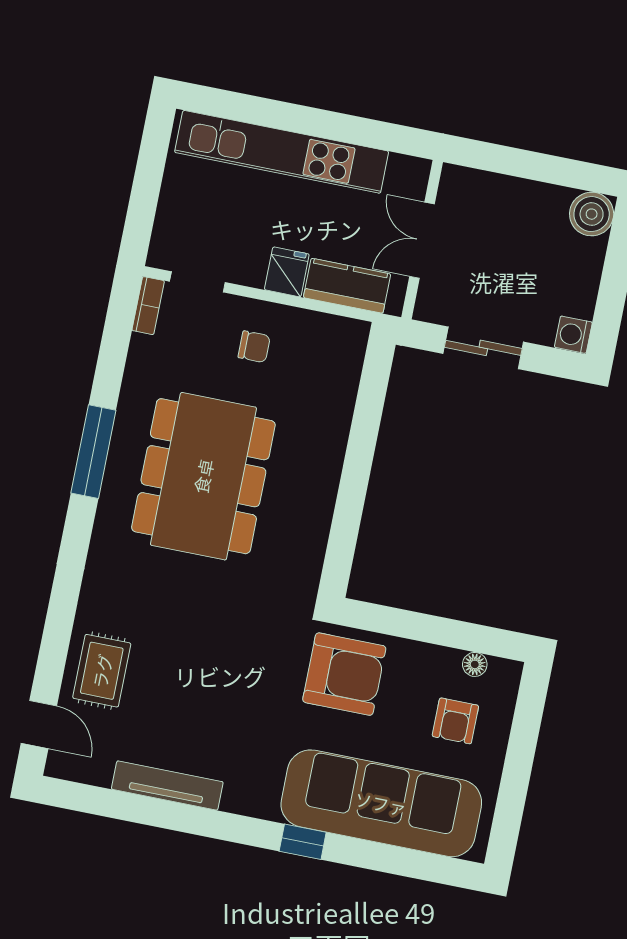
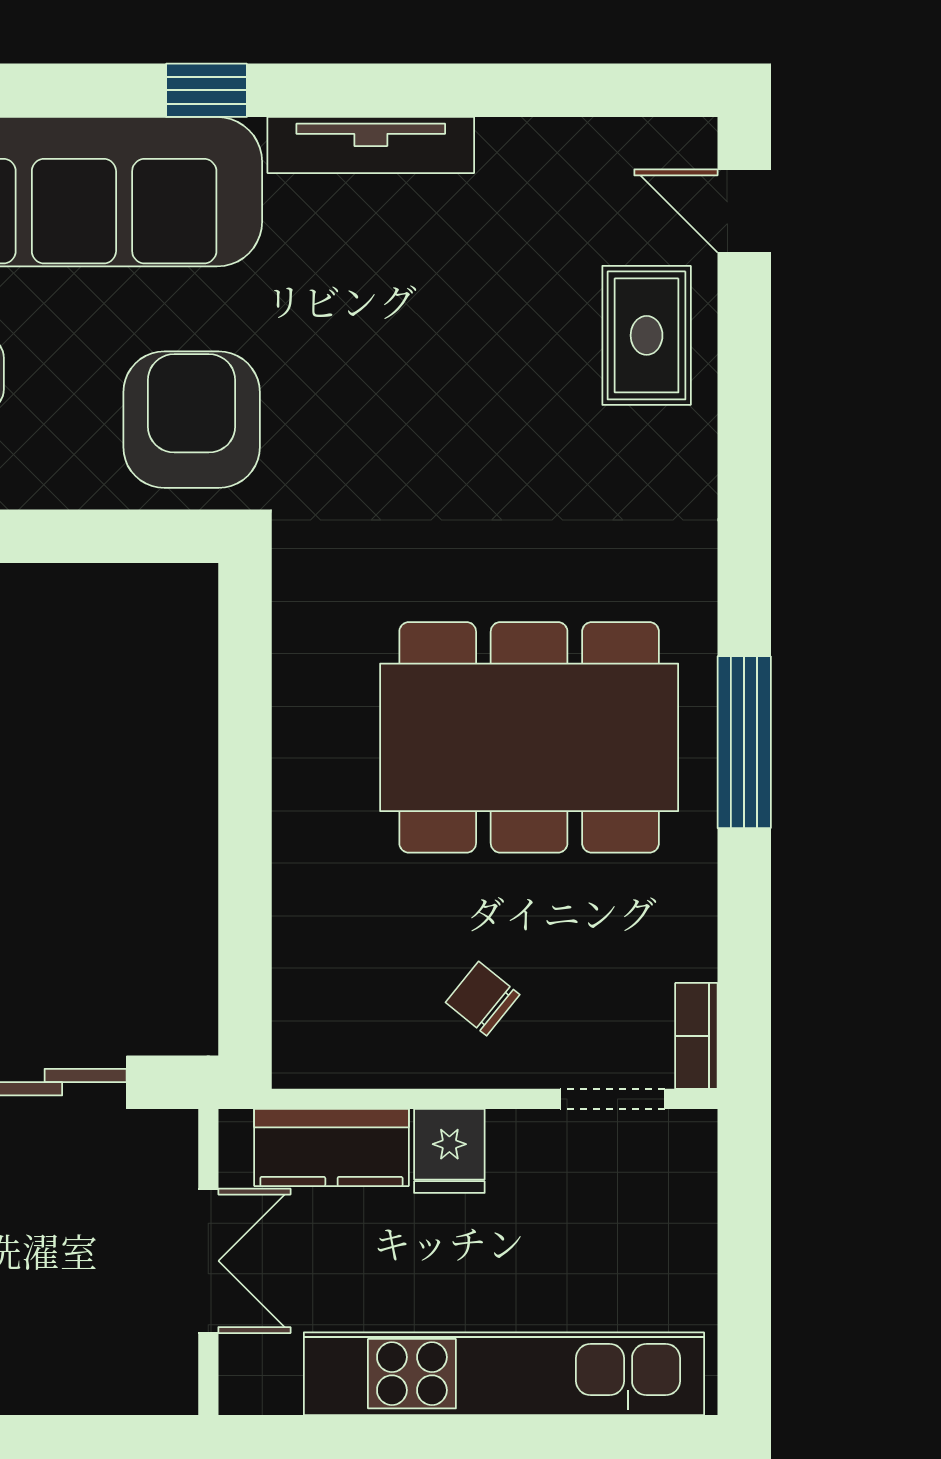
chair: (254, 347) -> (483, 999), turned 39
dining table: (203, 476) -> (529, 737), turned 90
armchair: (344, 674) -> (192, 420), turned 90
tv unit: (167, 786) -> (371, 145), moved

